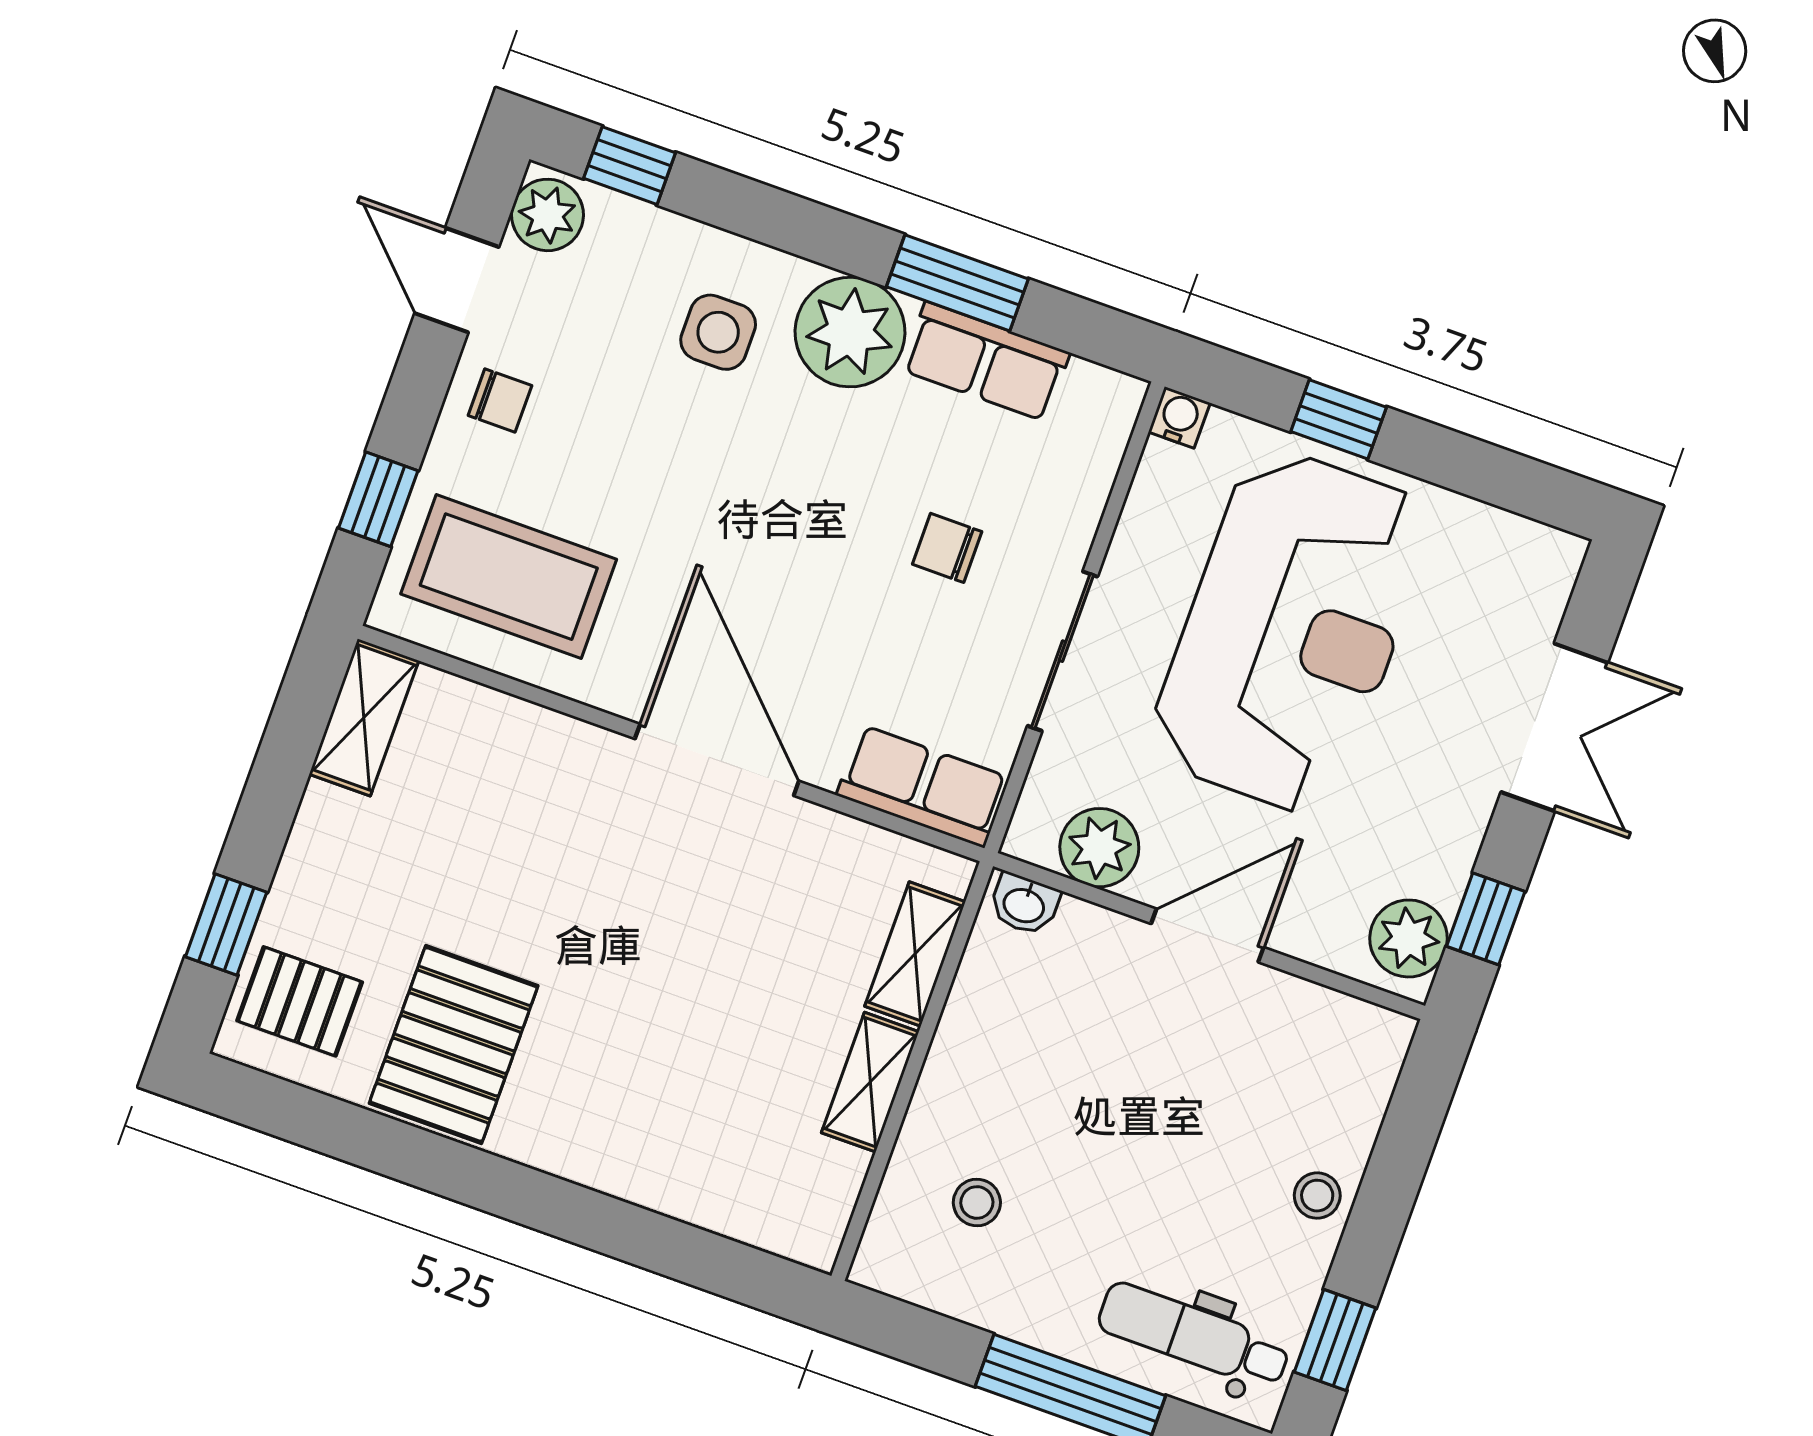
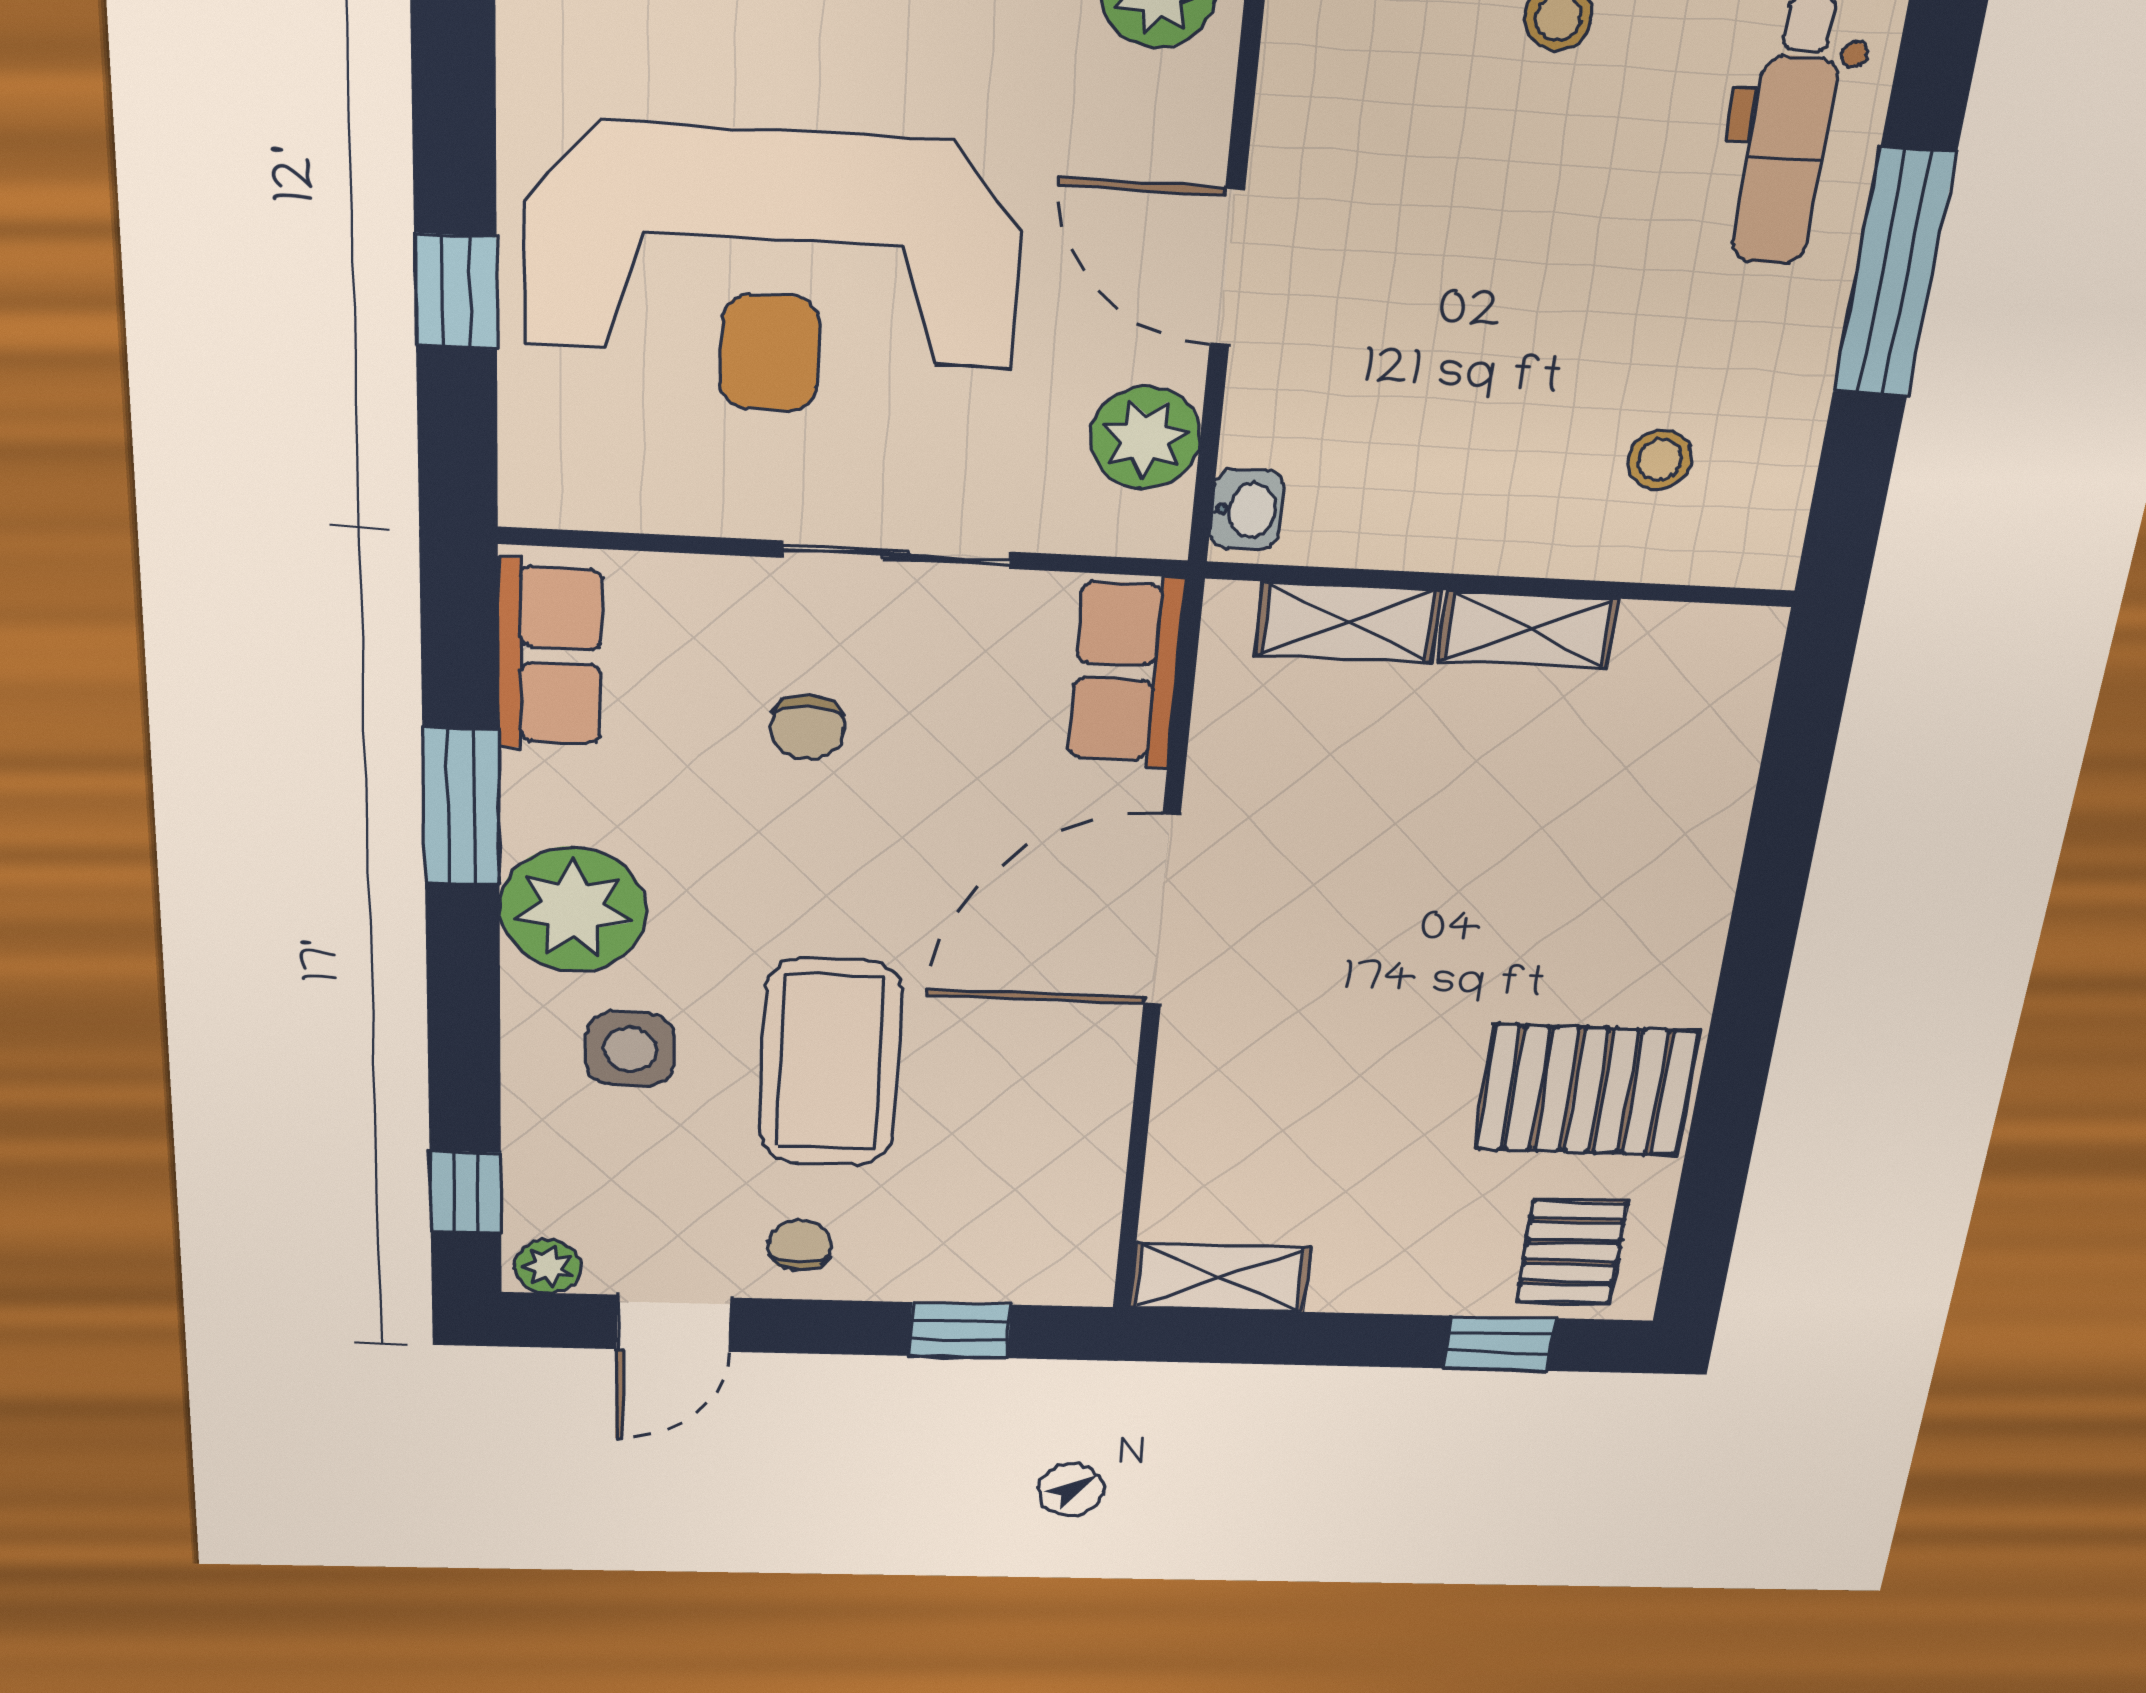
plant: (547, 215) -> (548, 1267), width x0.73, depth x0.73
row of seats: (986, 361) -> (550, 655), moved
water cooler: (1179, 417) -> (532, 497), removed
coffee table: (509, 577) -> (830, 1063), moved
reception desk: (1291, 631) -> (773, 273), turned 180

